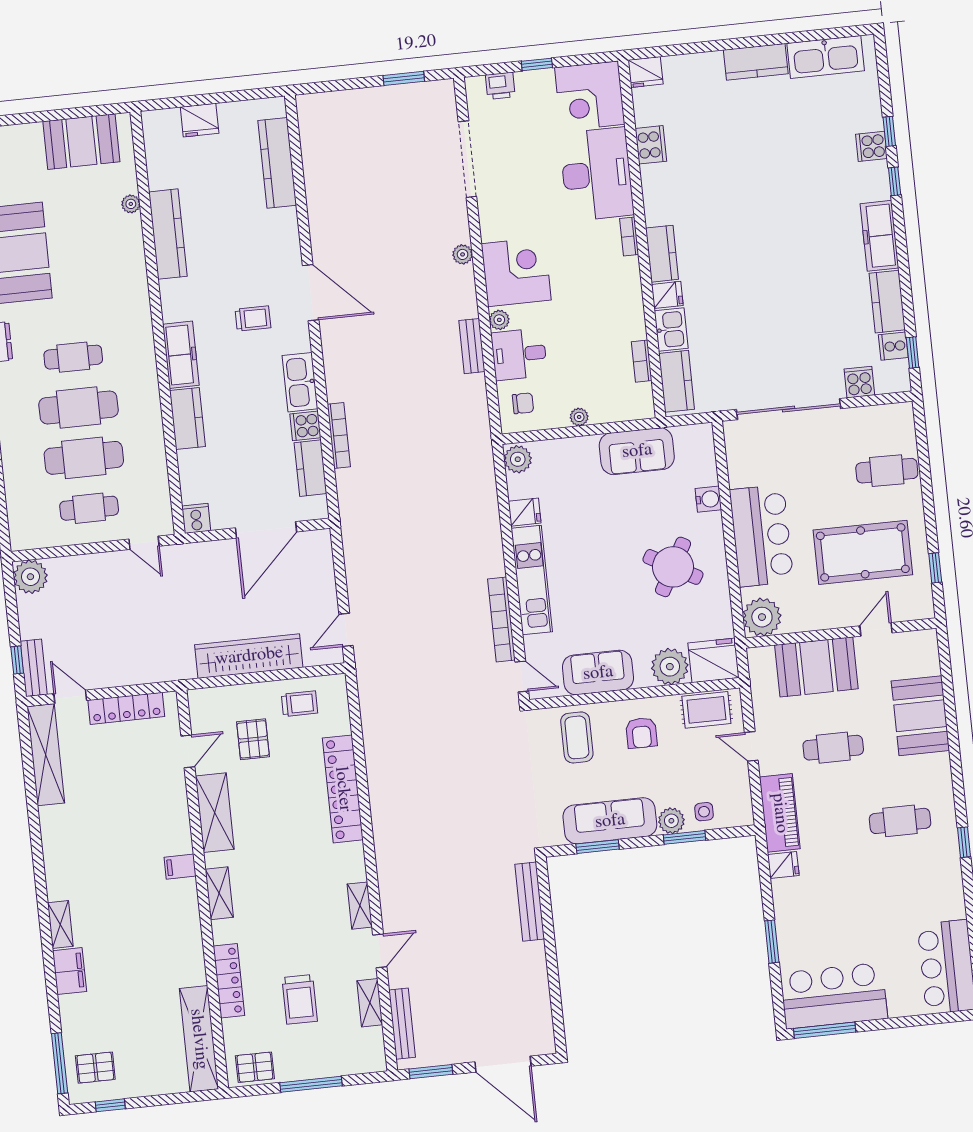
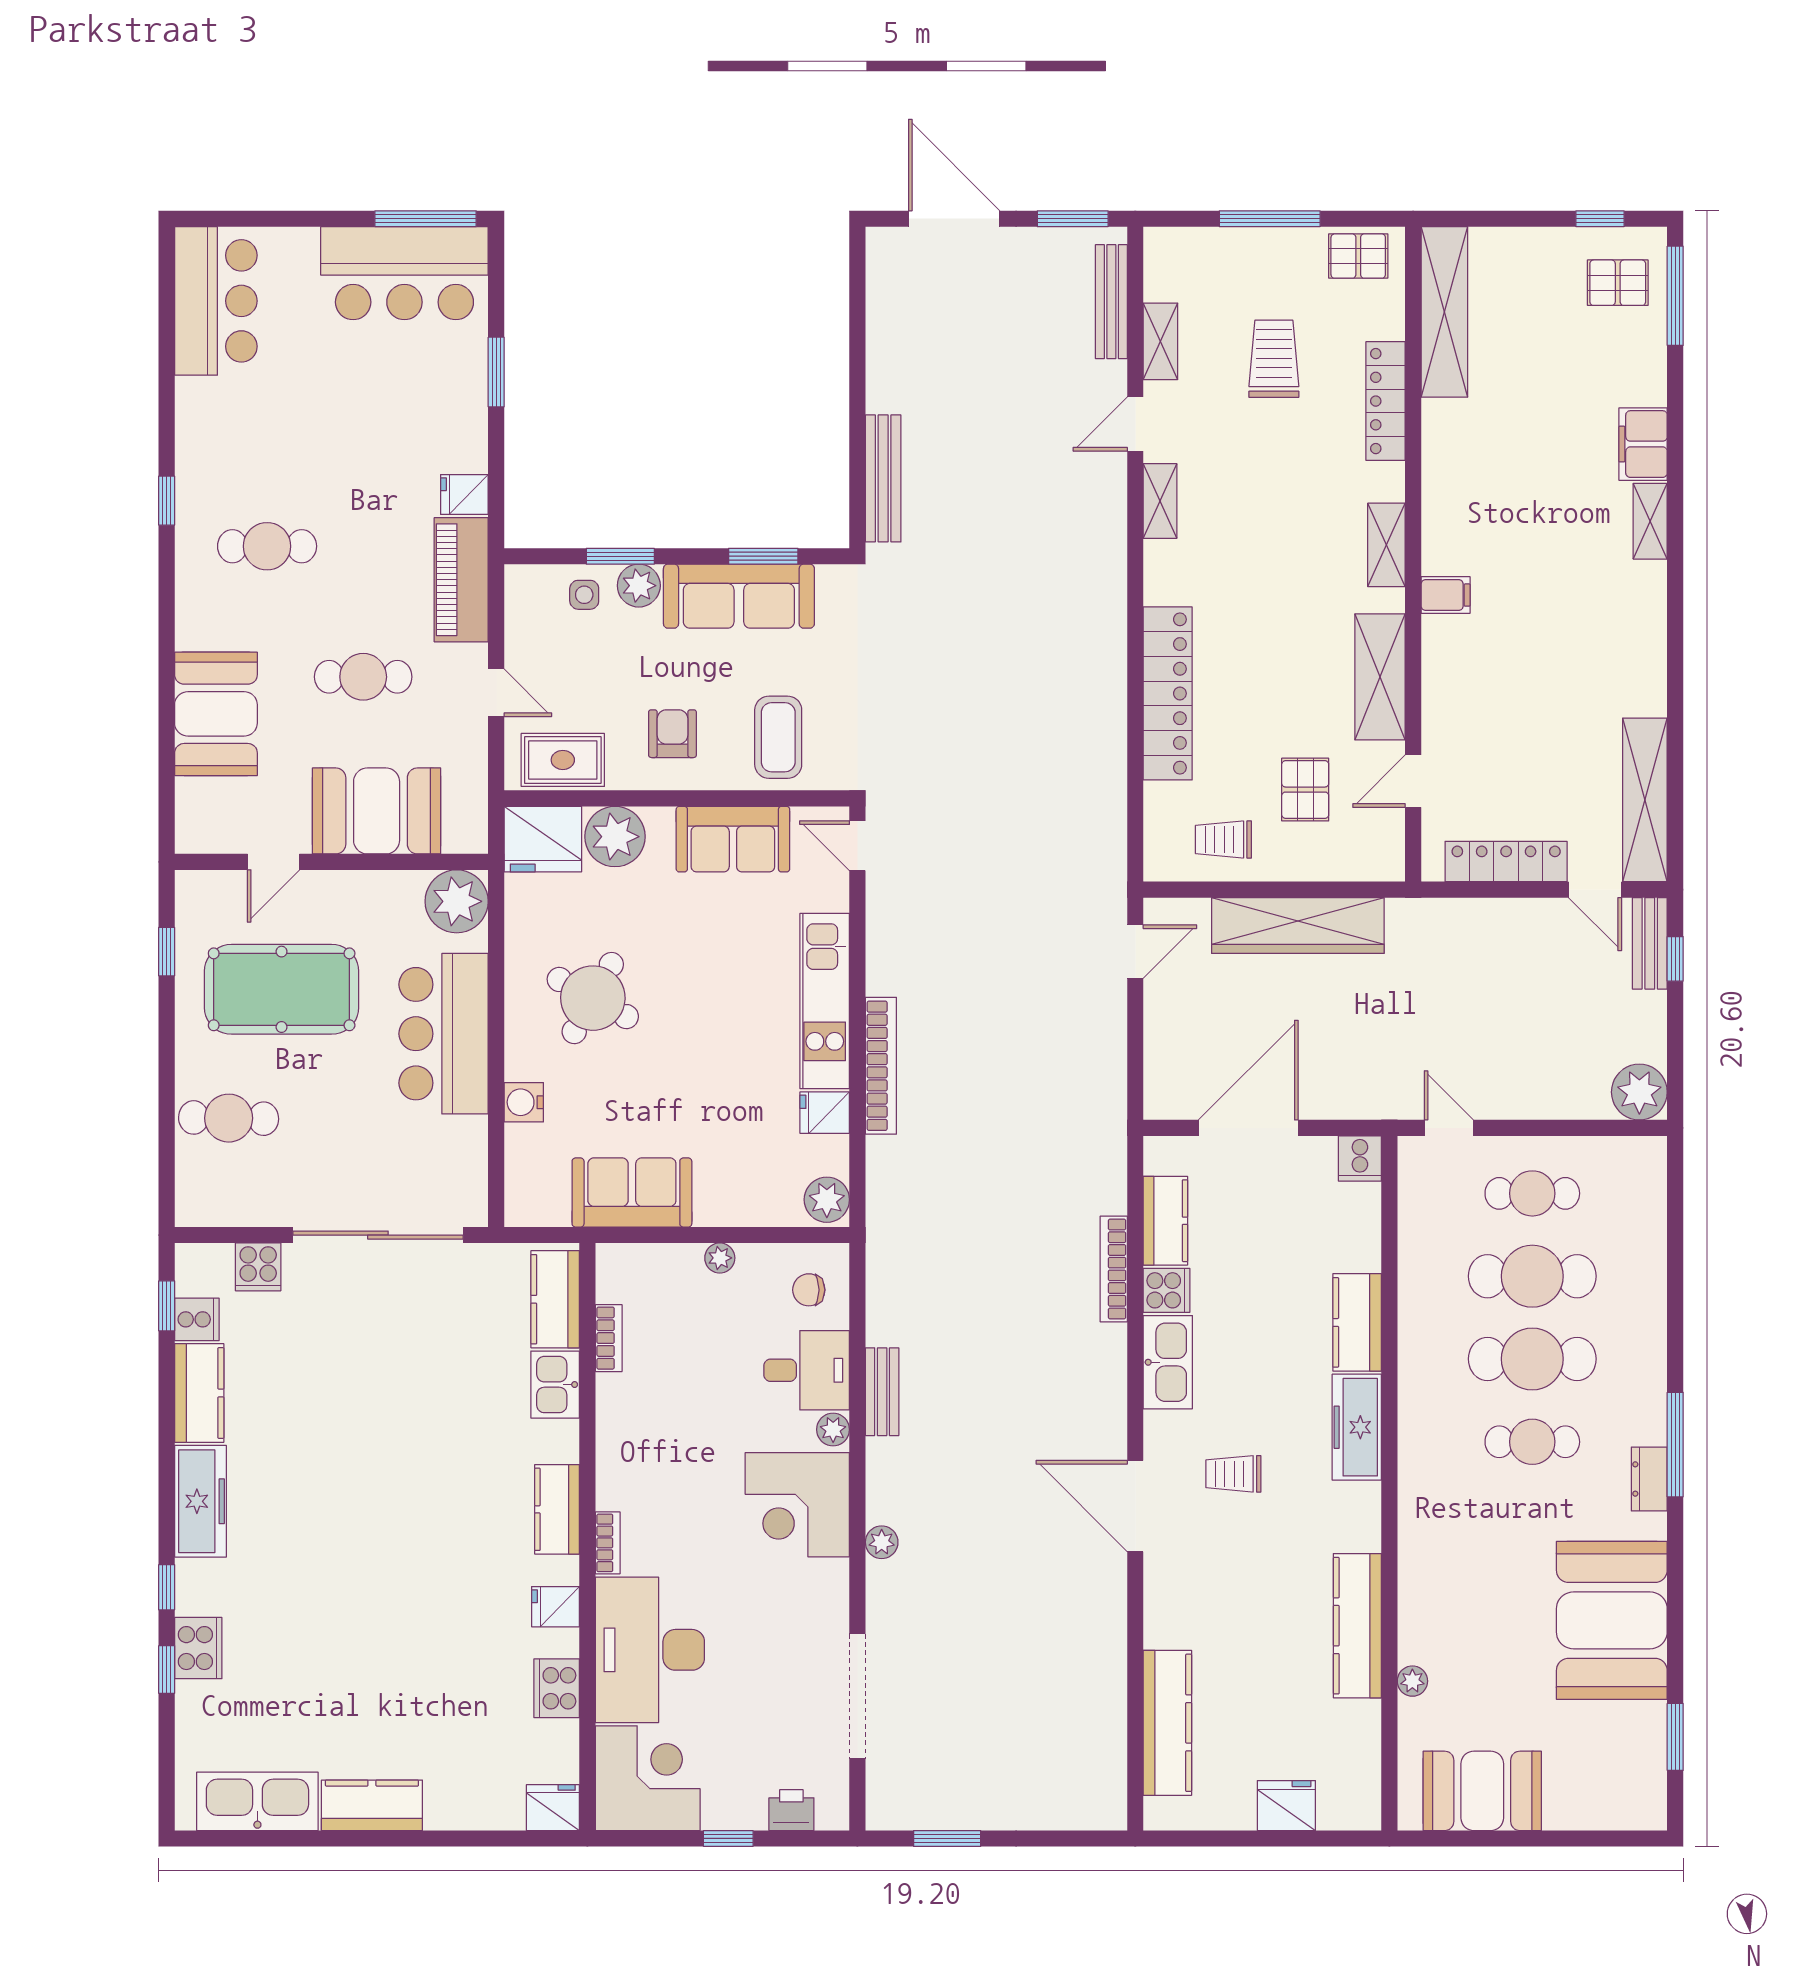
cooker: (871, 146) -> (198, 1648), width x1.36
fridge: (667, 295) -> (556, 1607), moved
bookcase: (501, 620) -> (881, 1066), moved

